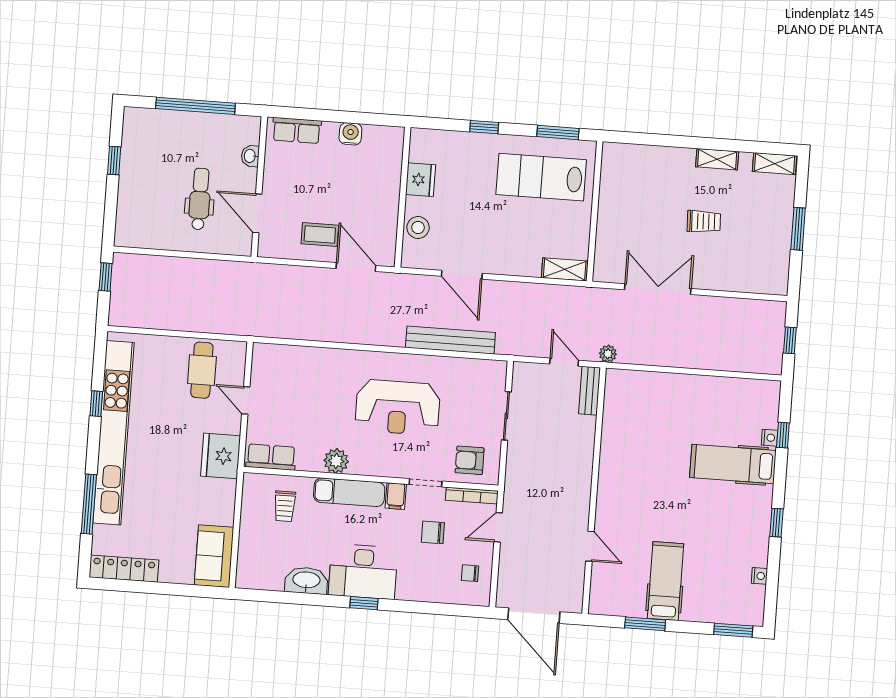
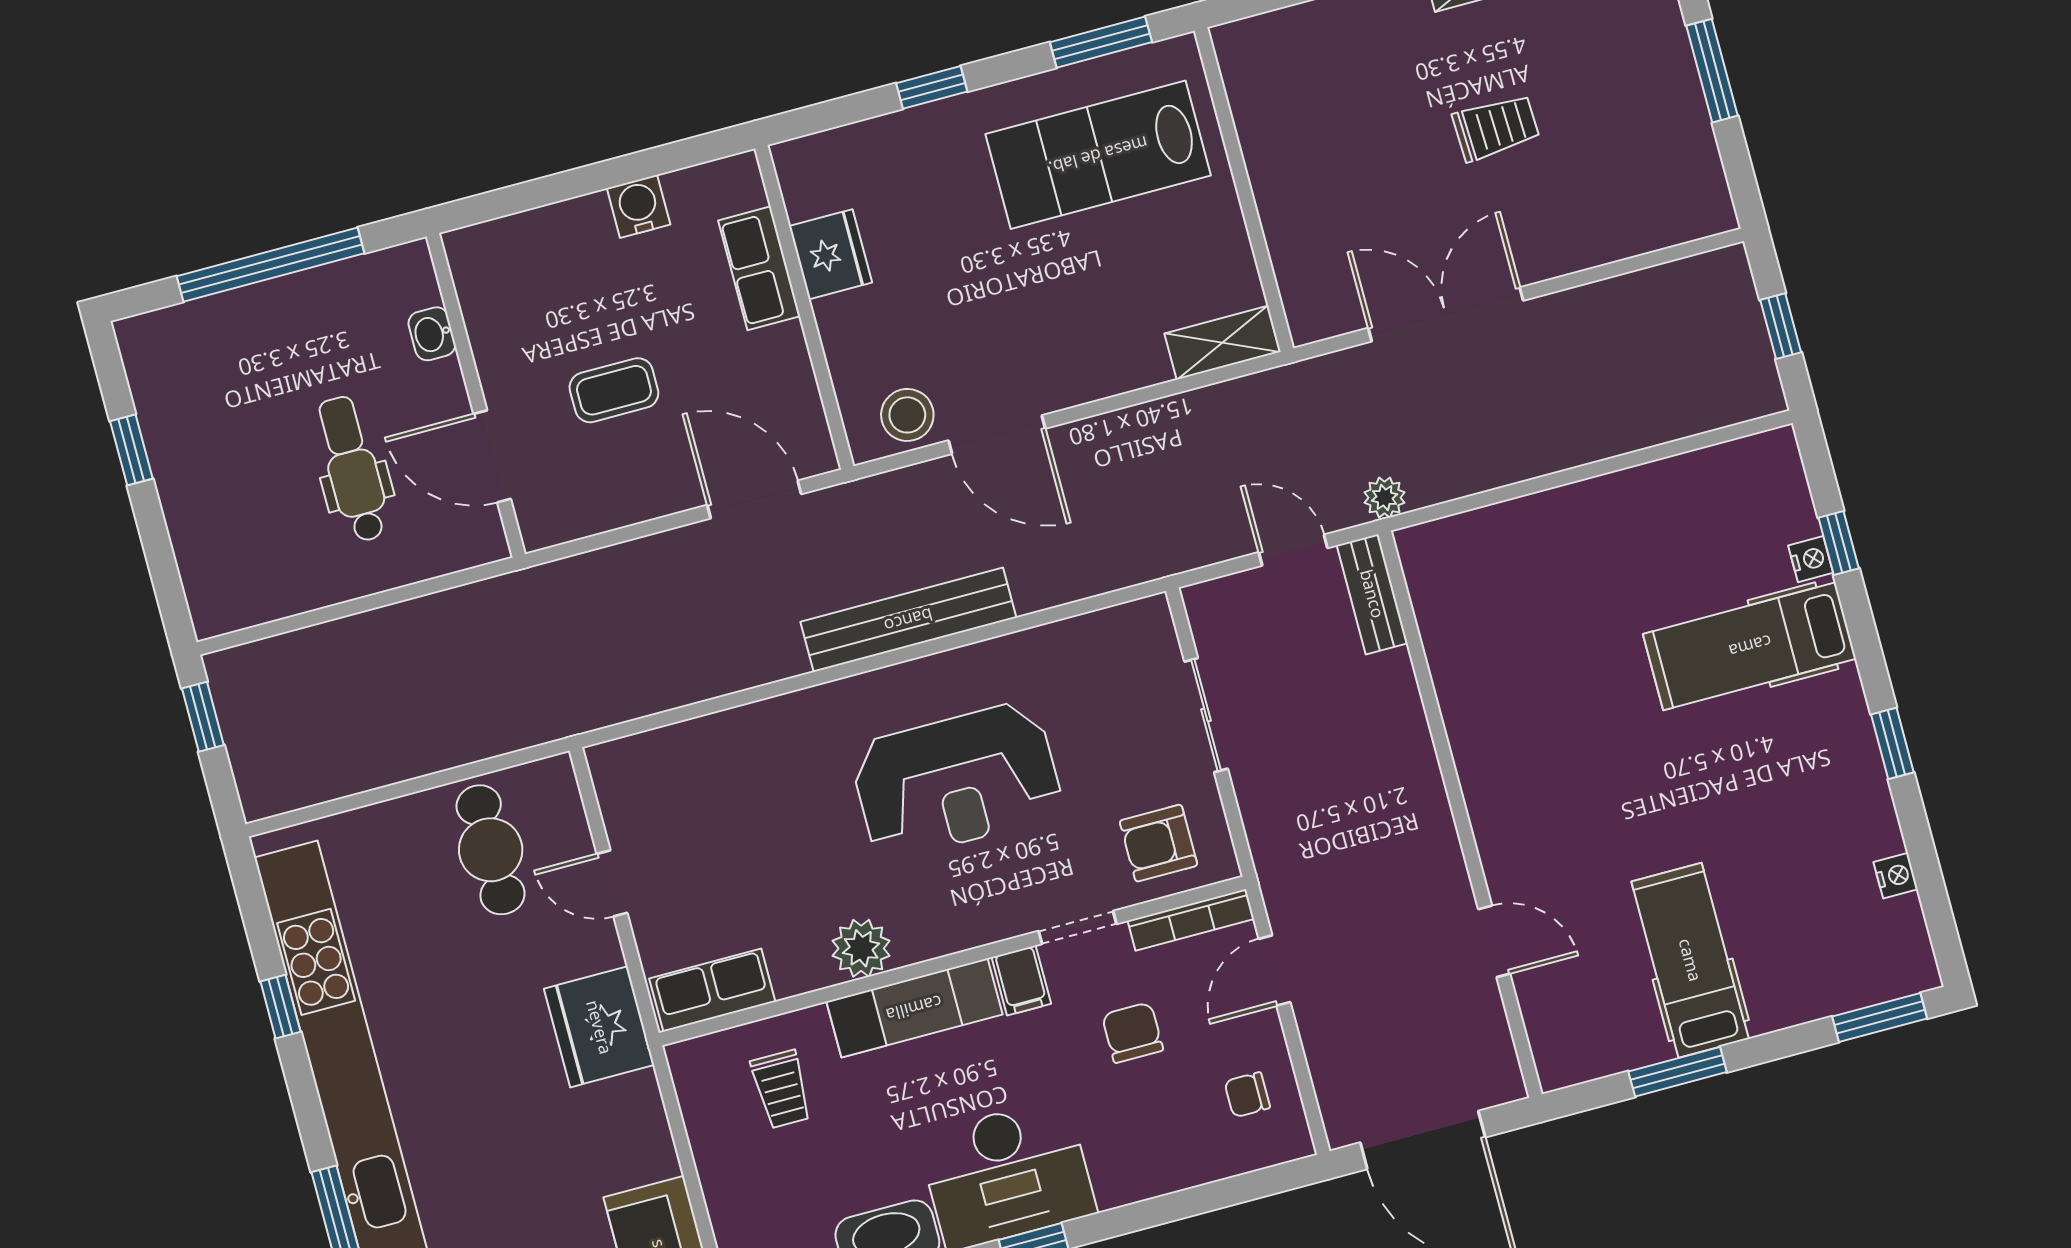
row of seats: (297, 130) -> (759, 268), moved, turned 90
stool: (418, 227) -> (907, 415), moved
coffee table: (320, 234) -> (614, 390), moved
bench: (450, 340) -> (908, 620), moved
chair: (433, 532) -> (1132, 1033), turned 90

